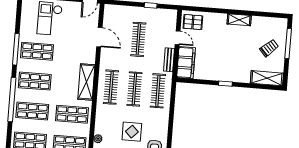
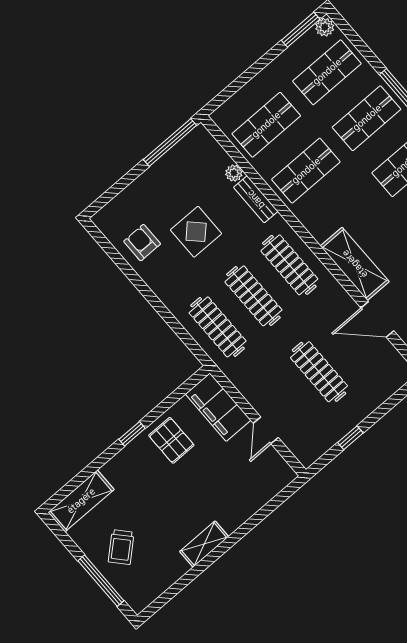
pallet: (193, 22) -> (171, 440), moved, turned 90
door: (178, 38) -> (266, 430), hinge flipped
bench: (169, 60) -> (256, 199), moved
shelving: (86, 82) -> (355, 264), moved

